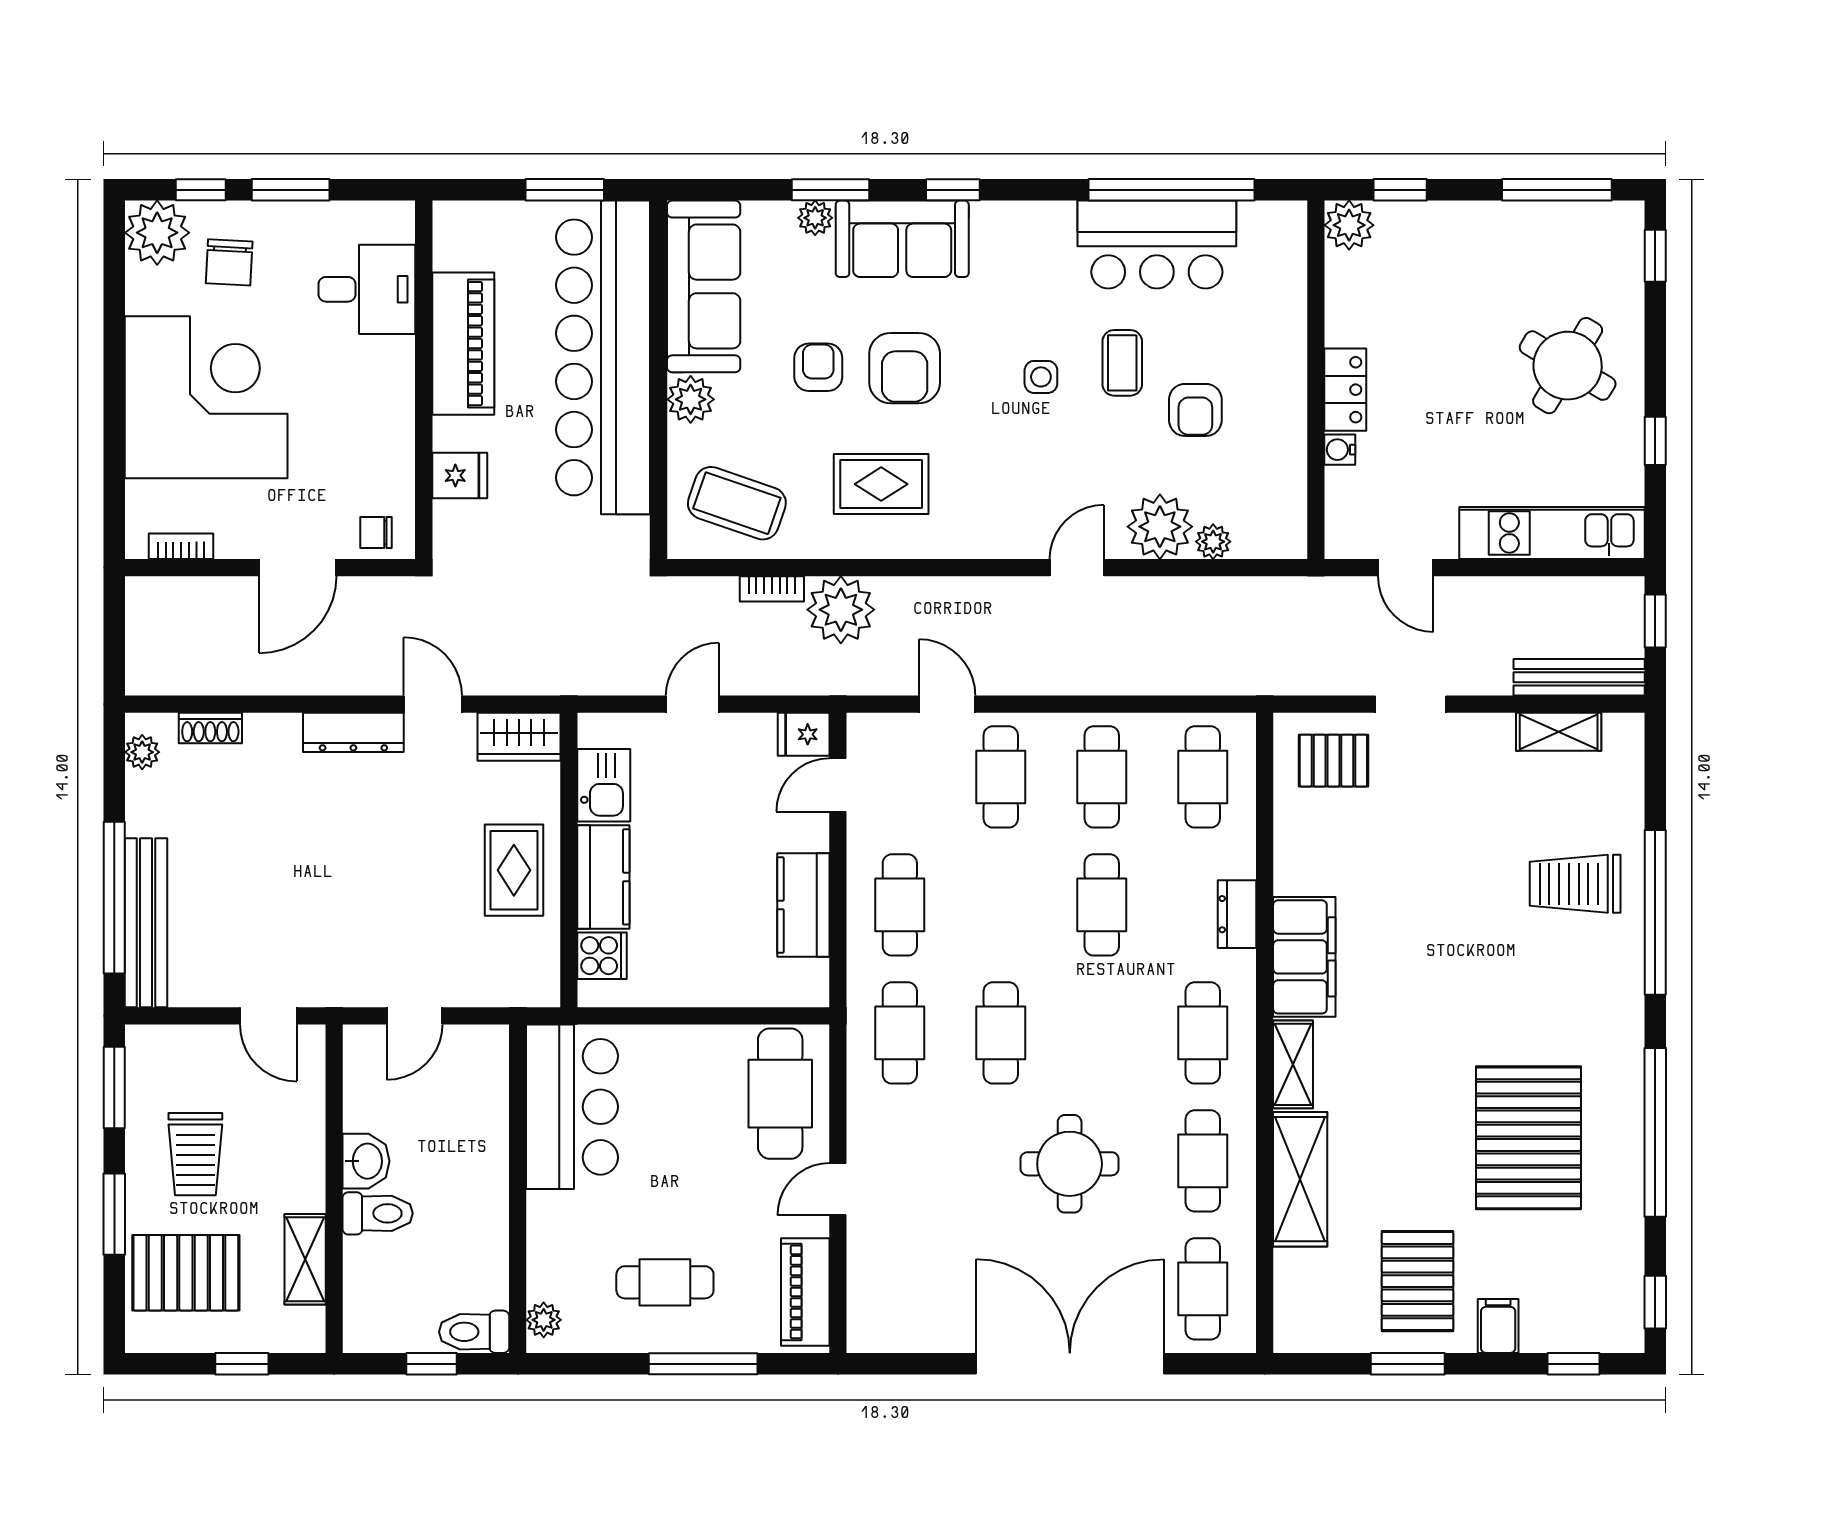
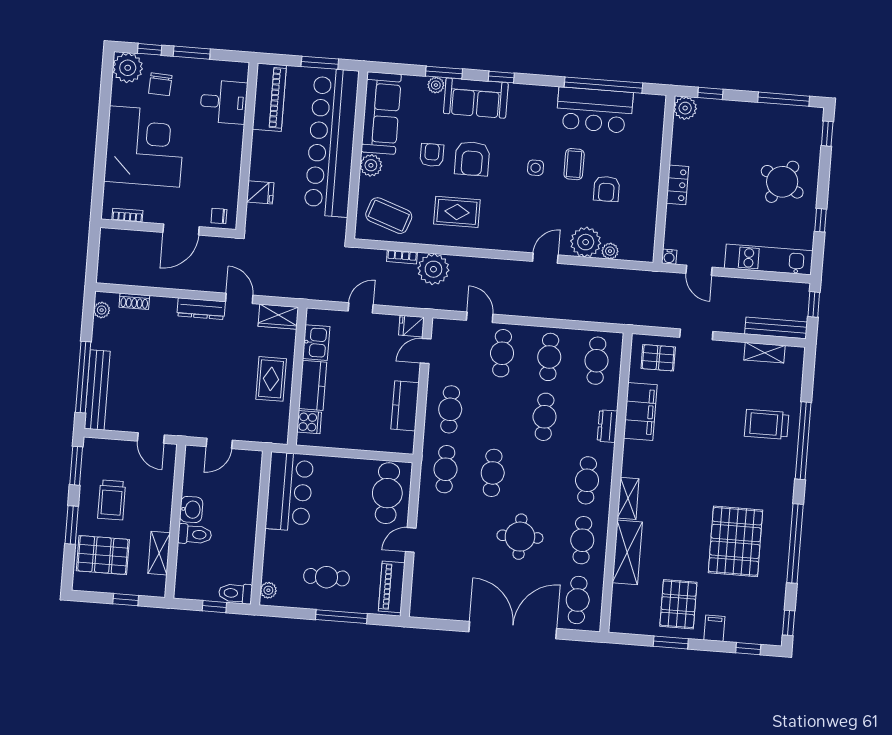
piano: (463, 344) -> (269, 97), moved
water cooler: (1340, 450) -> (669, 257), moved, turned -90
filing cabinet: (1304, 957) -> (640, 411), moved

